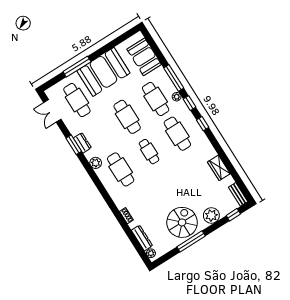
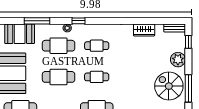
window: (174, 78) -> (37, 21), moved
window: (203, 124) -> (101, 21), removed
cafe table: (177, 134) -> (97, 46), width x0.73, depth x0.74

